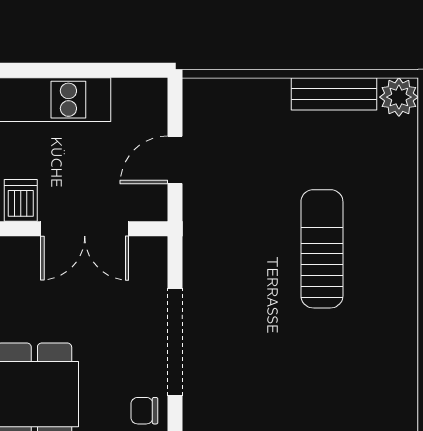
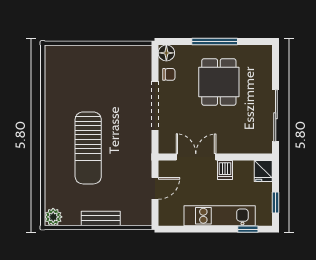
bench: (334, 94) -> (101, 218), moved
sun lounger: (322, 249) -> (88, 148), width x1.36, depth x1.34

